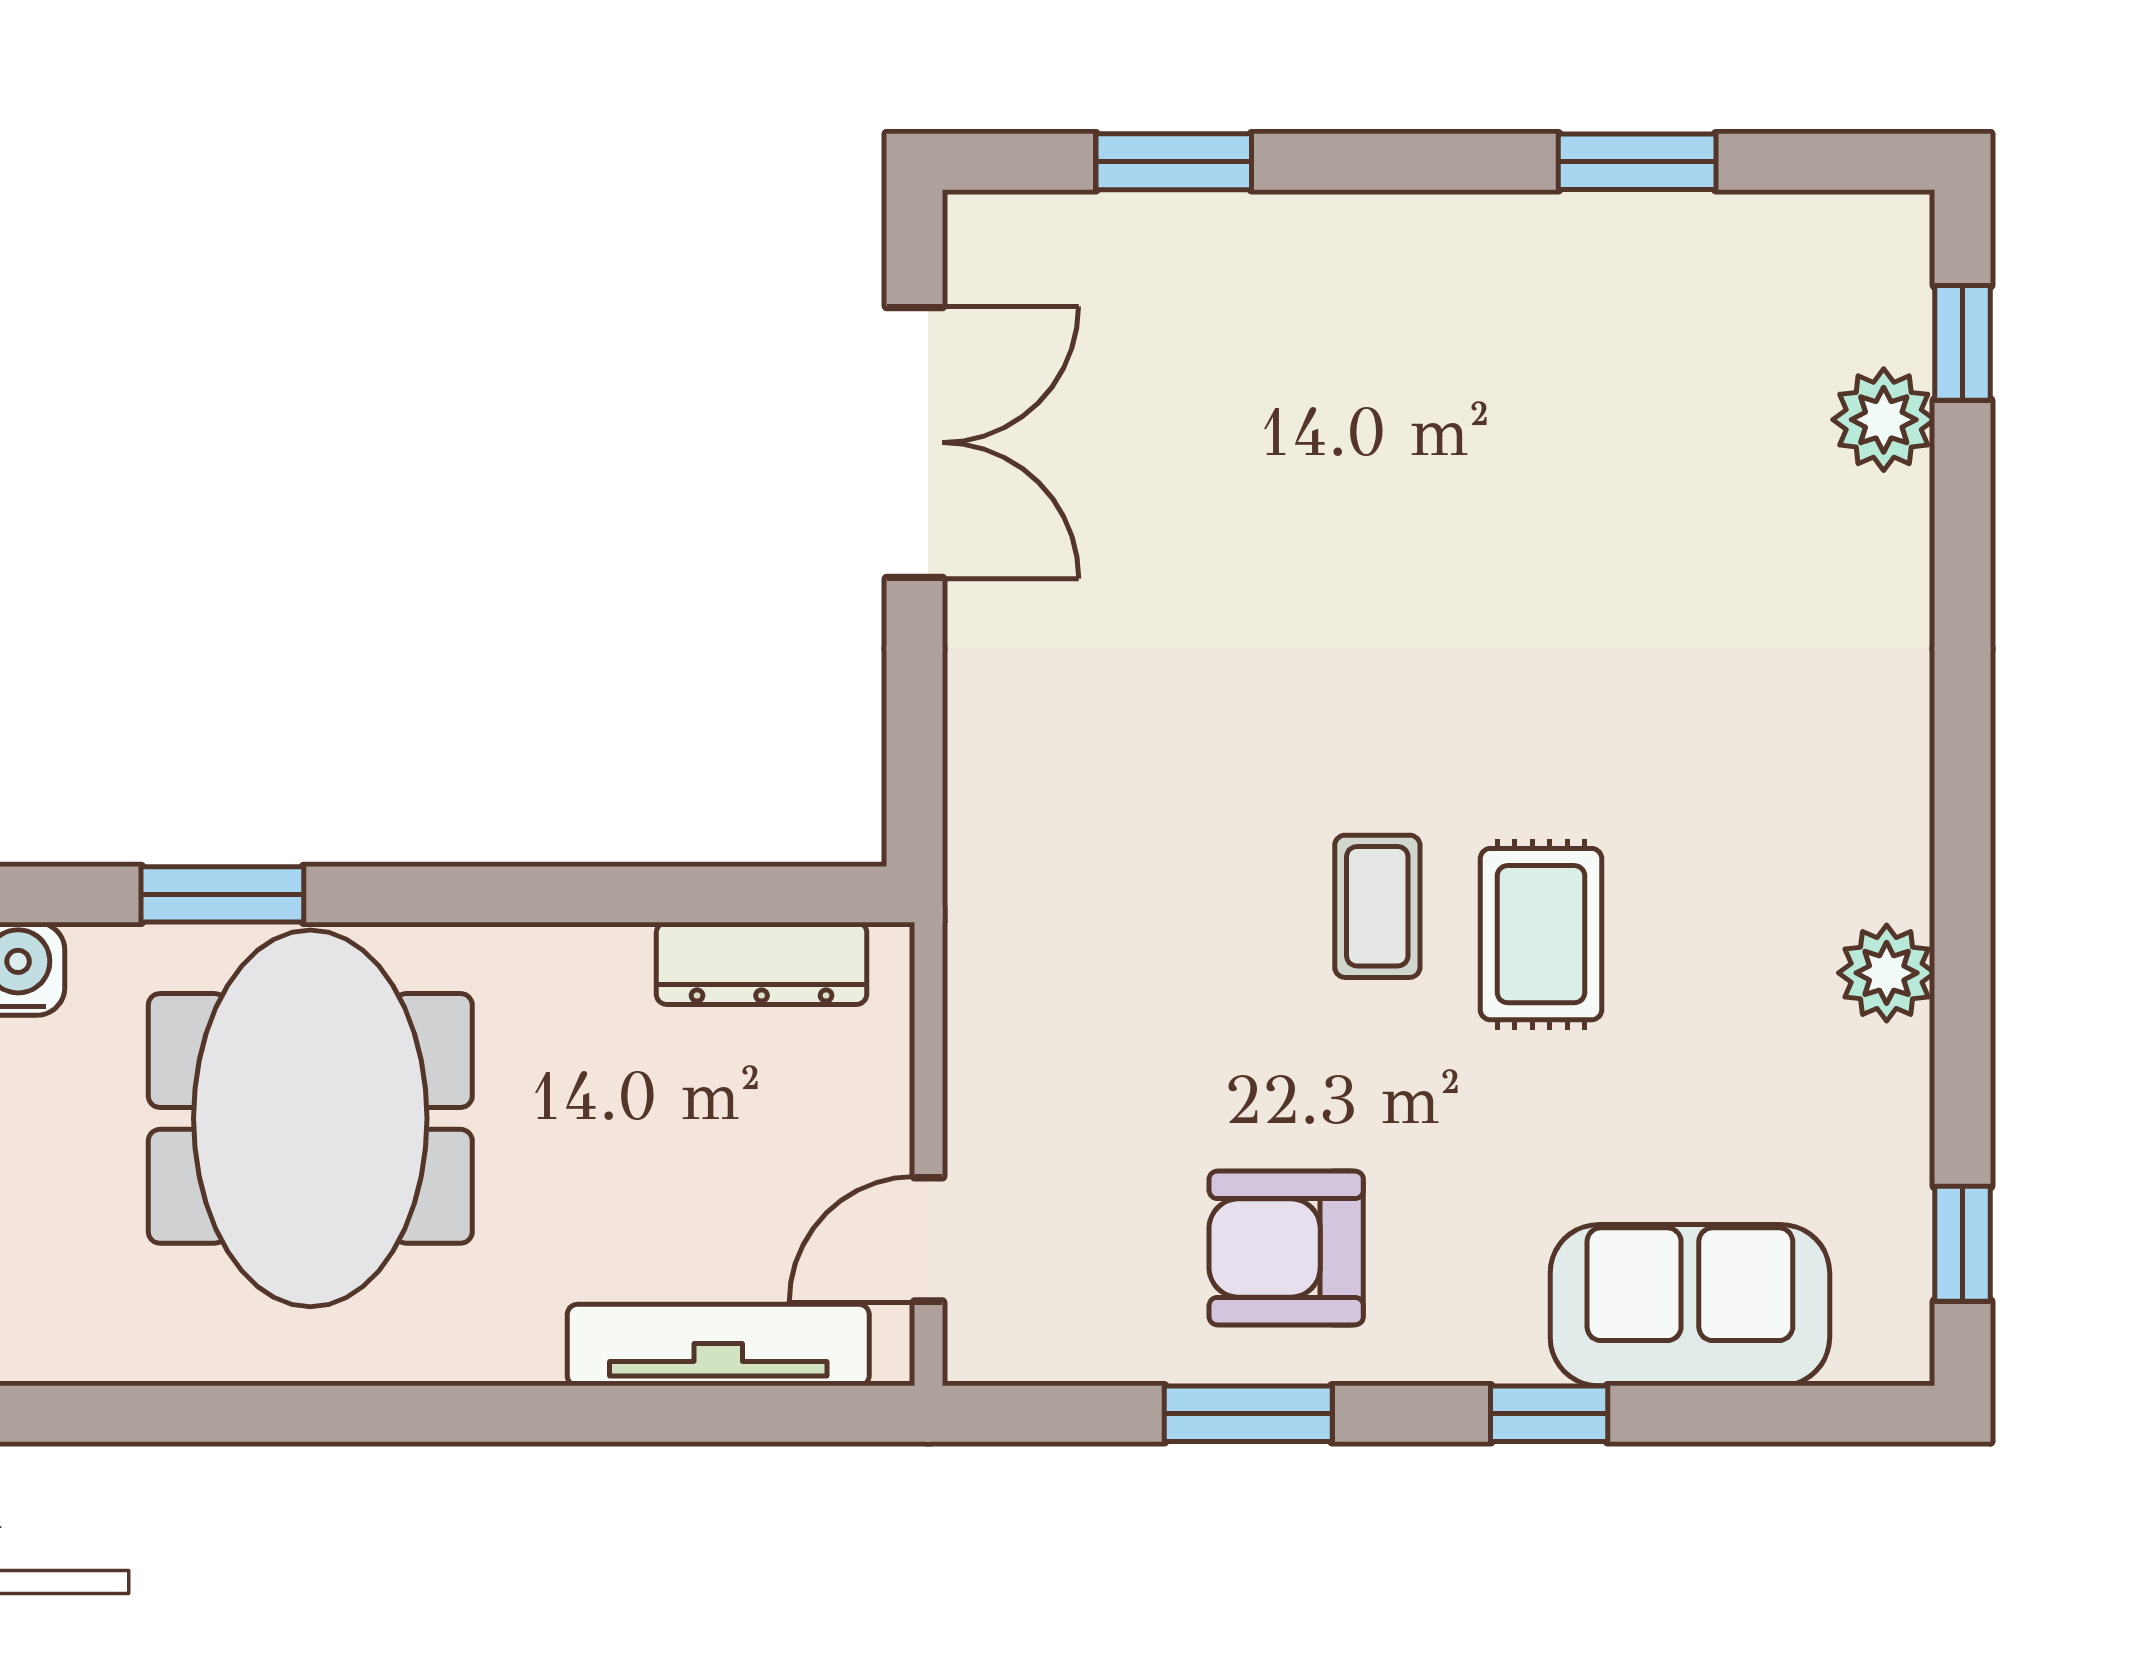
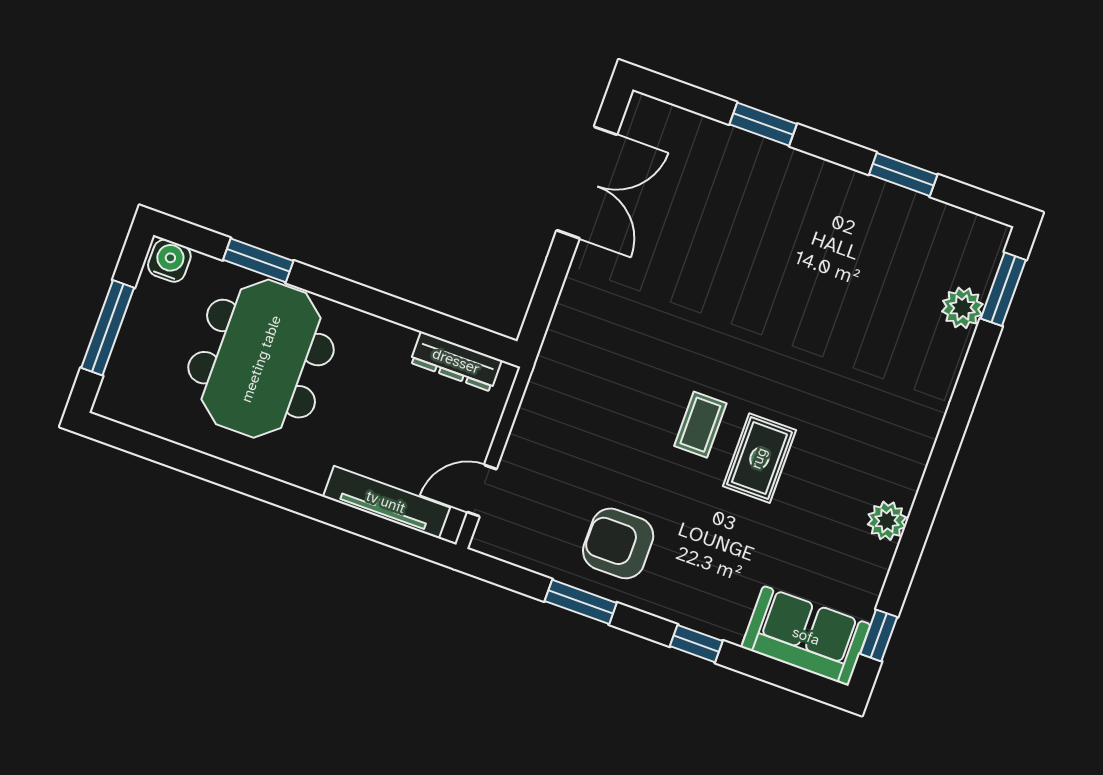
window: (1174, 162) -> (763, 124), moved
window: (1963, 343) -> (1003, 289), width x1.50
sofa: (1690, 1305) -> (806, 636), moved

